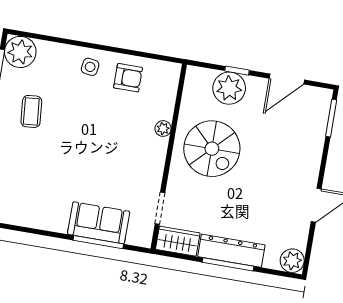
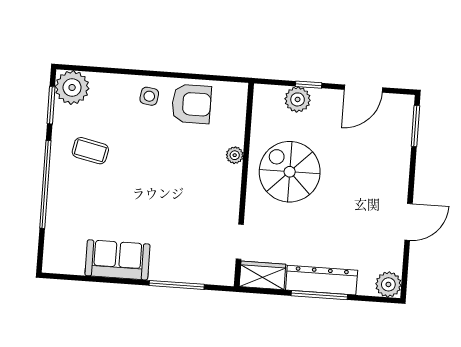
armchair: (128, 78) -> (191, 104), width x1.38, depth x1.38
plant: (229, 88) -> (298, 99), width x0.73, depth x0.73
coffee table: (31, 111) -> (90, 151), turned -73
spiral stairs: (212, 149) -> (290, 172), turned 180
sofa: (99, 223) -> (117, 260), moved

